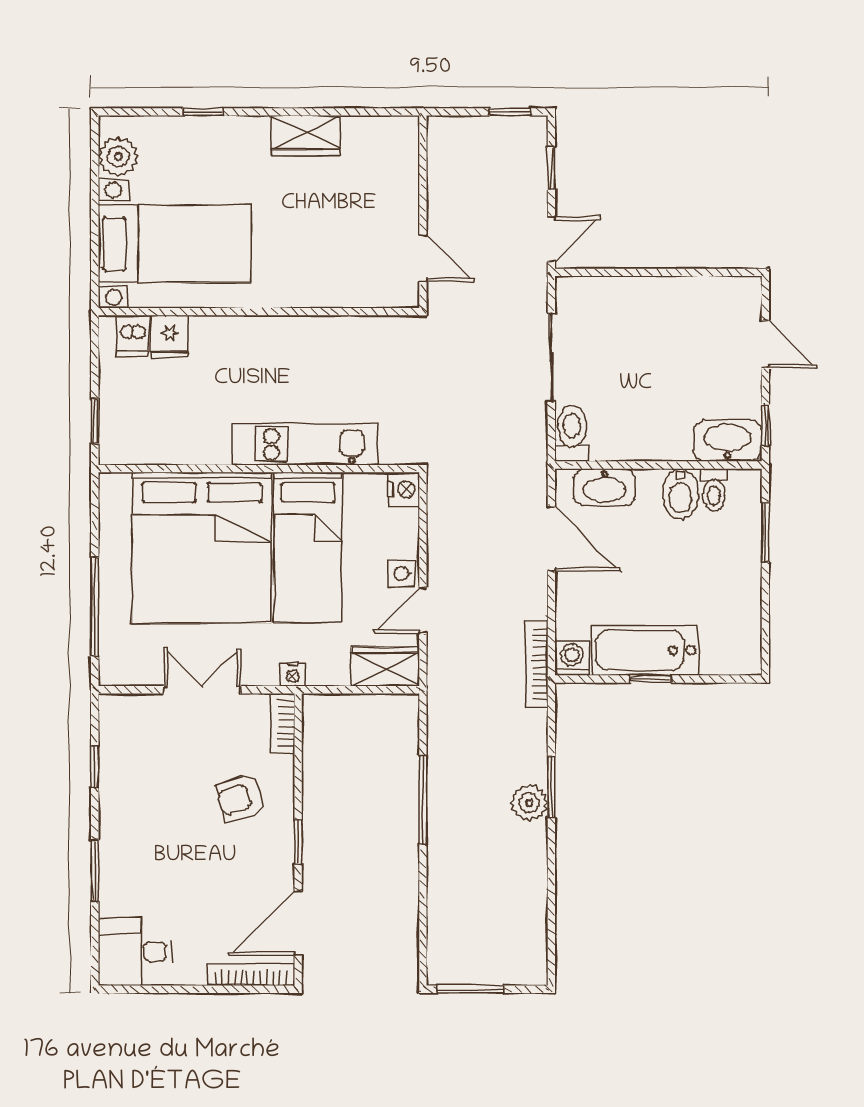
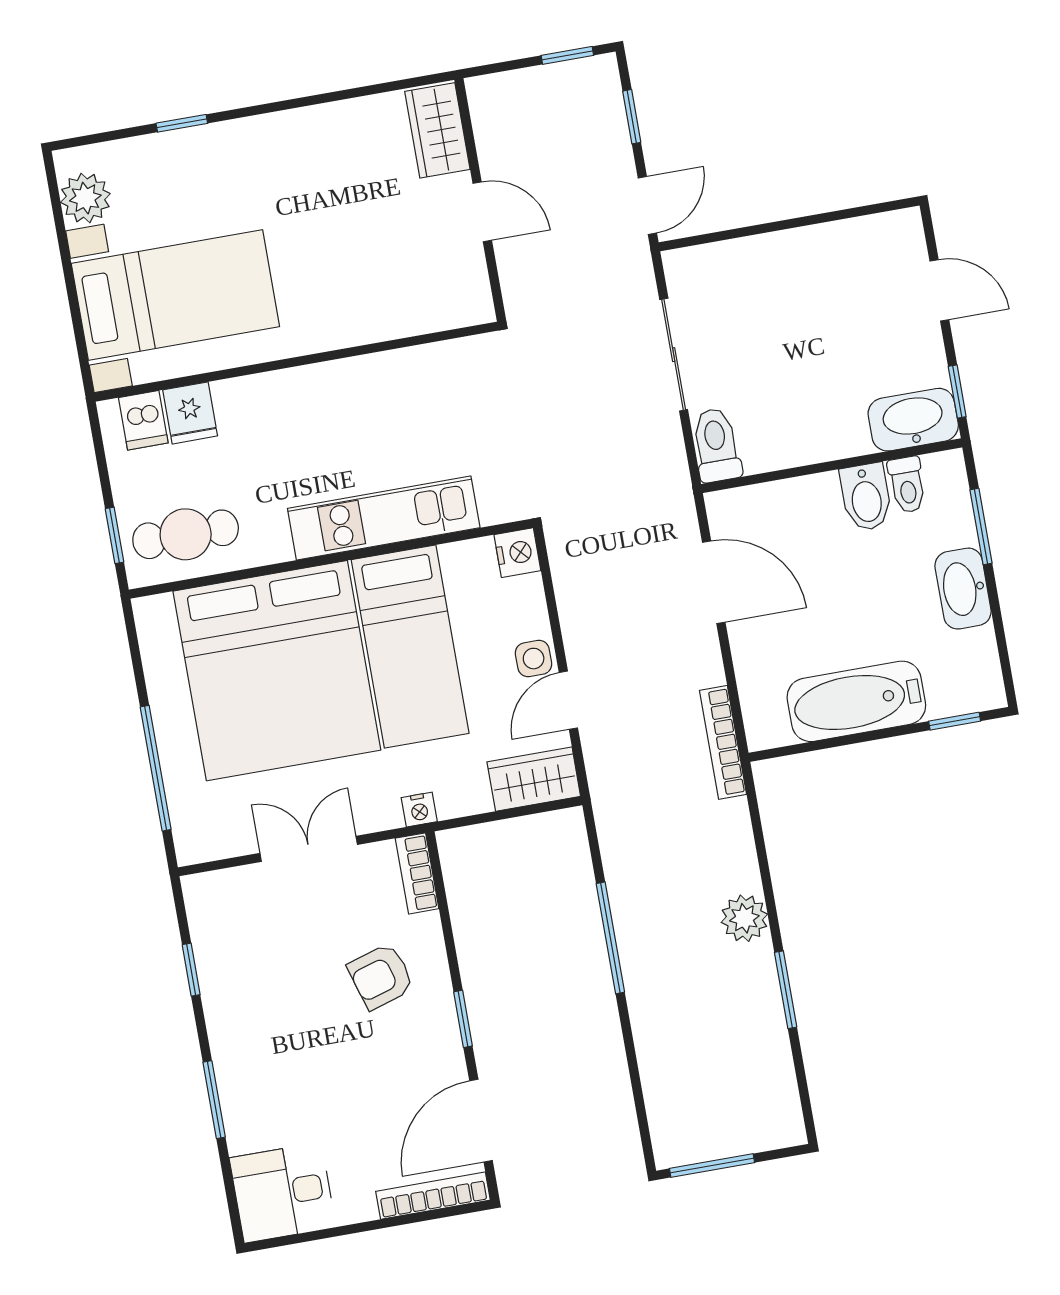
wardrobe: (306, 136) -> (437, 130), moved, turned 90
door: (423, 258) -> (482, 212), moved
cafe table: (150, 430) -> (186, 534), added
washbasin: (605, 487) -> (963, 589), moved, turned 90
washing machine: (572, 658) -> (766, 727), removed
window: (651, 679) -> (955, 721), moved
window: (551, 787) -> (786, 990), moved

